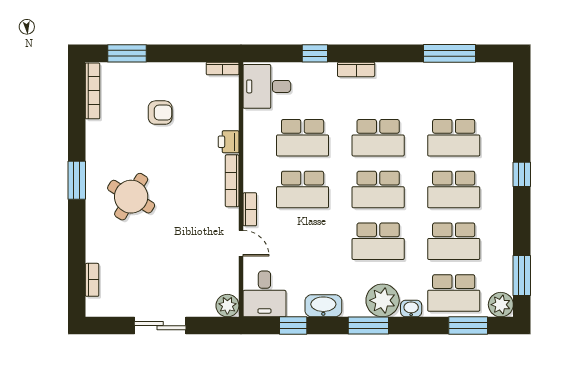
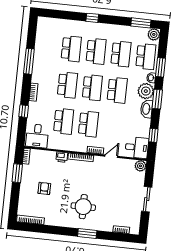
window: (127, 53) -> (17, 173), moved
window: (450, 53) -> (29, 61), moved
window: (77, 180) -> (87, 233), moved
round table: (131, 197) -> (83, 207), turned -30
washbasin: (323, 306) -> (147, 109), moved
window: (468, 326) -> (161, 67), moved

